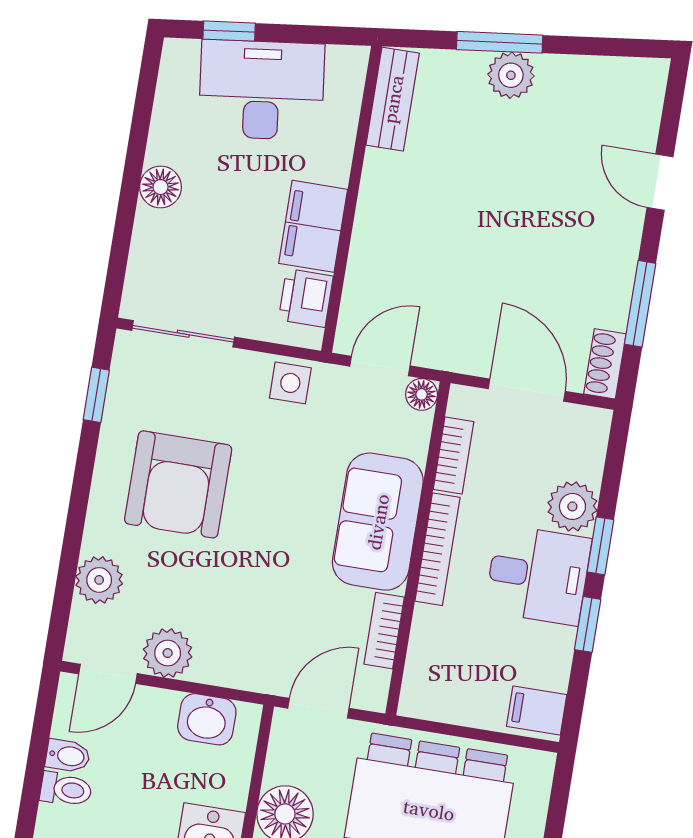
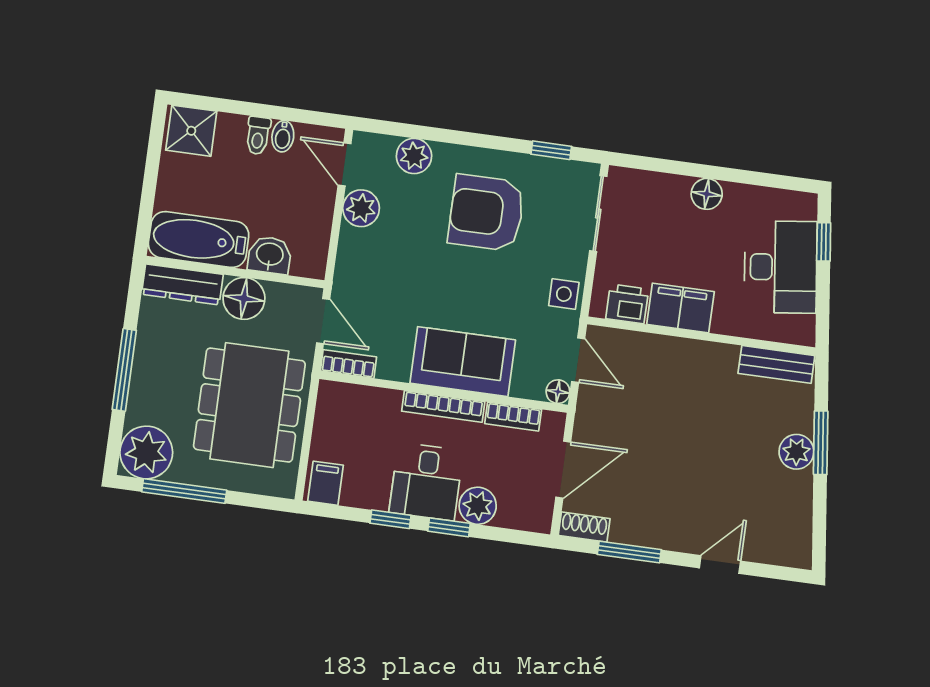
bookcase: (384, 631) -> (348, 364), moved
washbasin: (207, 719) -> (270, 255), moved, turned 90

